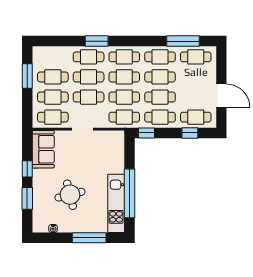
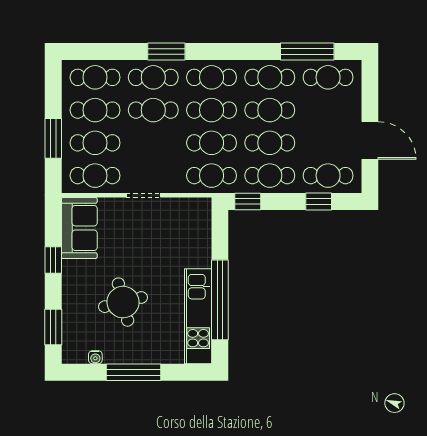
window: (27, 76) -> (53, 138), moved
cafe table: (89, 97) -> (95, 77), moved
window: (27, 198) -> (53, 327), moved
window: (89, 238) -> (133, 372), moved

